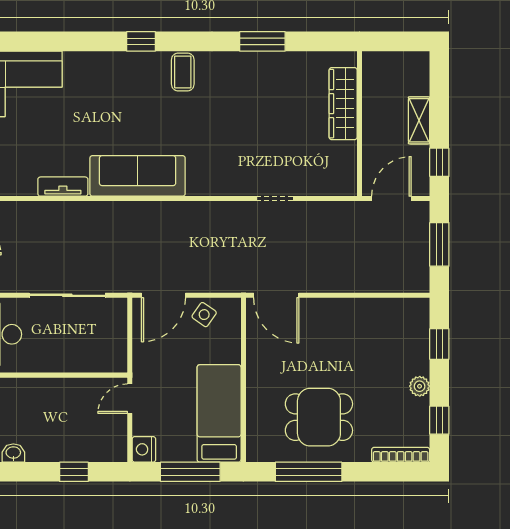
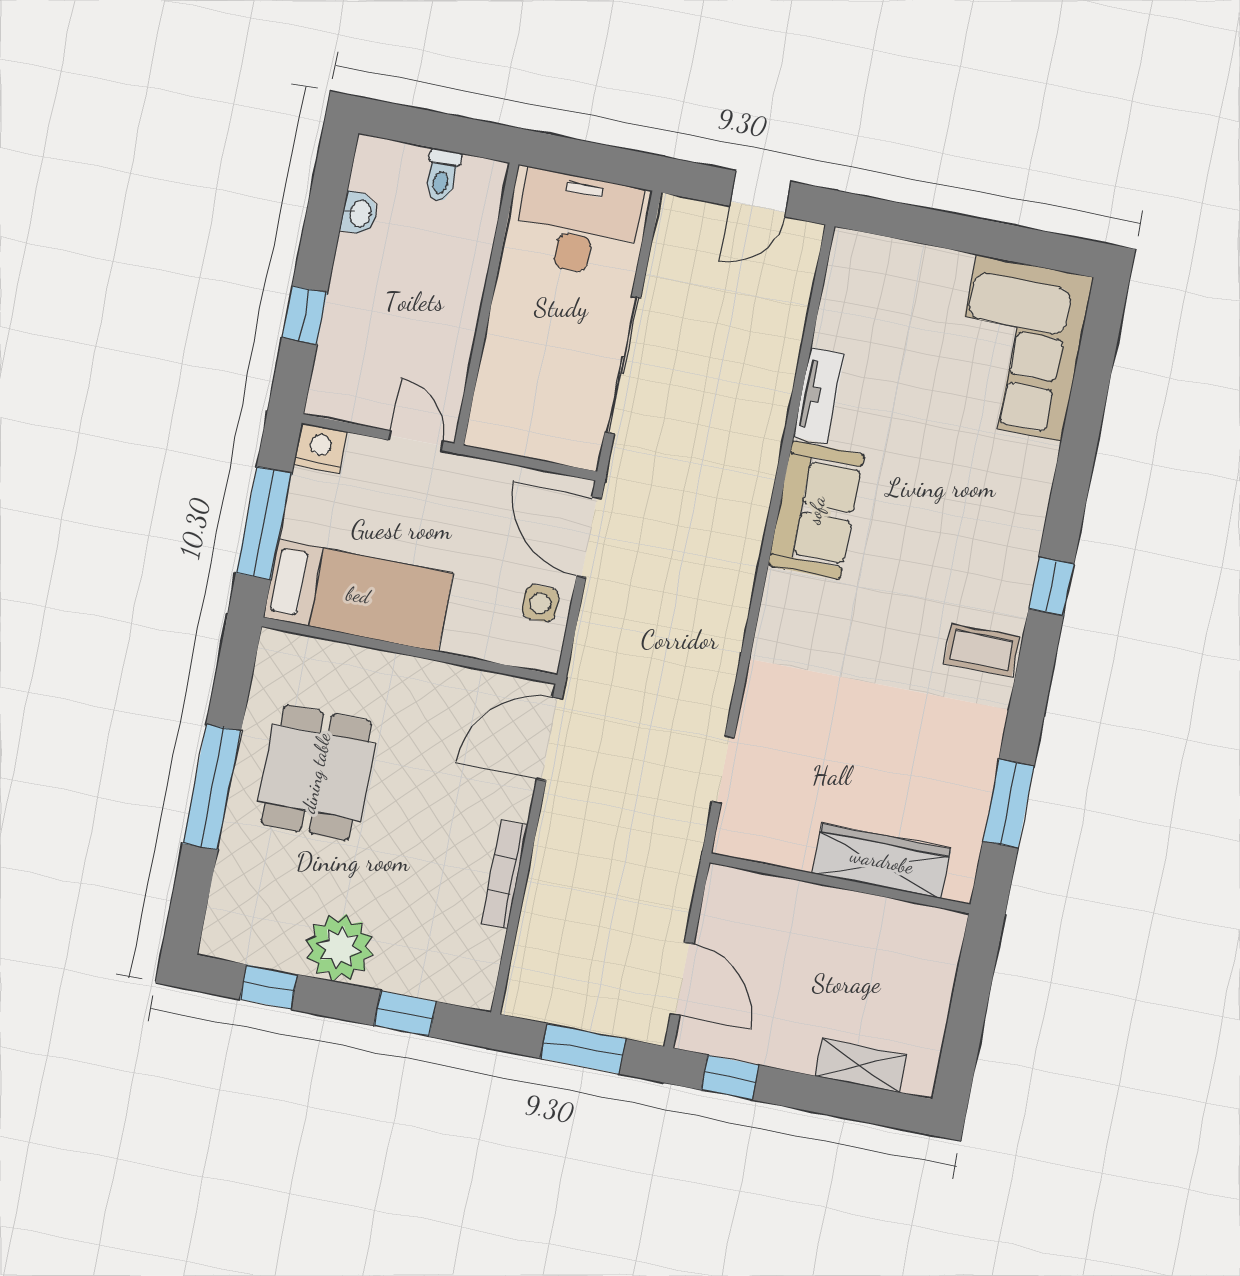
wardrobe: (343, 104) -> (882, 861), moved
shelving: (419, 120) -> (861, 1065), moved
wall: (360, 124) -> (840, 883), moved
sofa: (138, 176) -> (816, 510), width x0.73
side table: (204, 315) -> (540, 603), turned -35
plant: (420, 386) -> (339, 948), width x1.87, depth x1.87
bookcase: (401, 455) -> (505, 875), moved, turned 180
window: (309, 472) -> (212, 787), moved

